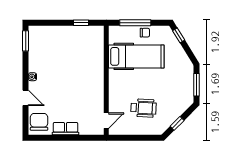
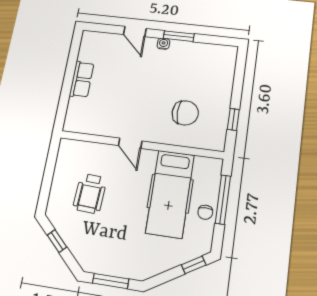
window: (26, 41) -> (179, 36), moved
door: (26, 98) -> (135, 32), hinge flipped
door: (106, 121) -> (130, 143), moved
chair: (39, 122) -> (185, 113), moved

